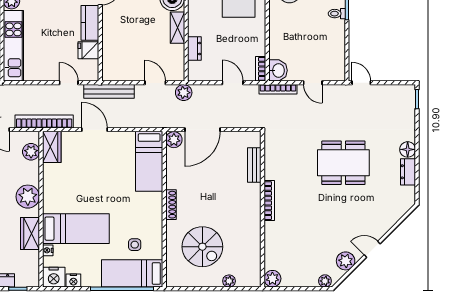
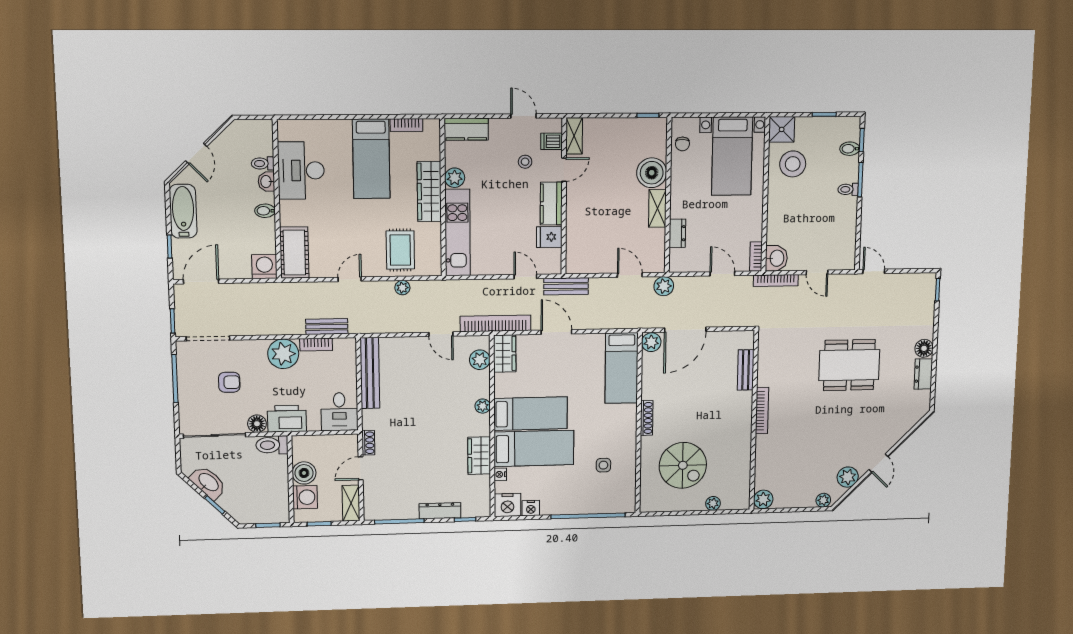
bench: (109, 91) -> (566, 286), width x0.73
plant: (28, 197) -> (483, 406), width x0.53, depth x0.53
door: (372, 249) -> (879, 463), swing flipped
bed: (132, 273) -> (531, 414), moved, turned 180

